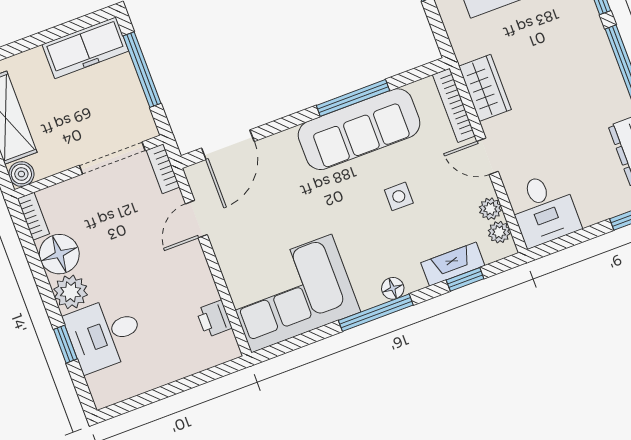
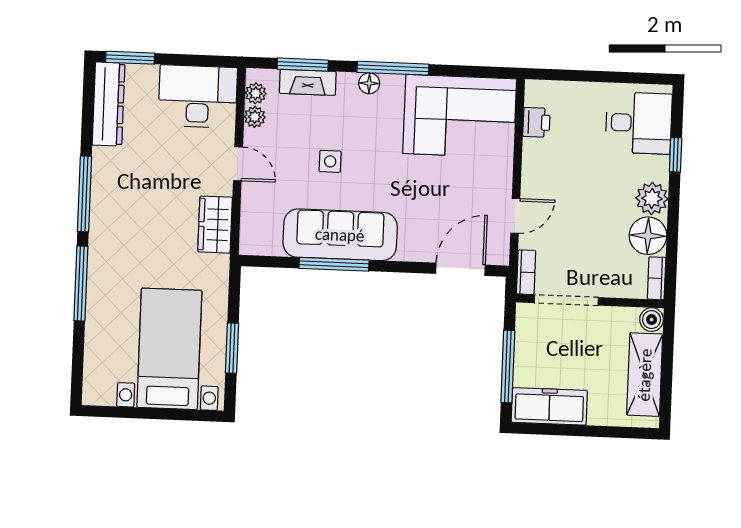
bookcase: (454, 105) -> (249, 221), removed
desk: (544, 209) -> (198, 96), width x1.37
window: (465, 279) -> (303, 65), width x1.50
desk: (105, 334) -> (639, 123), moved

